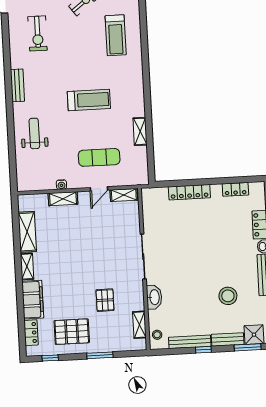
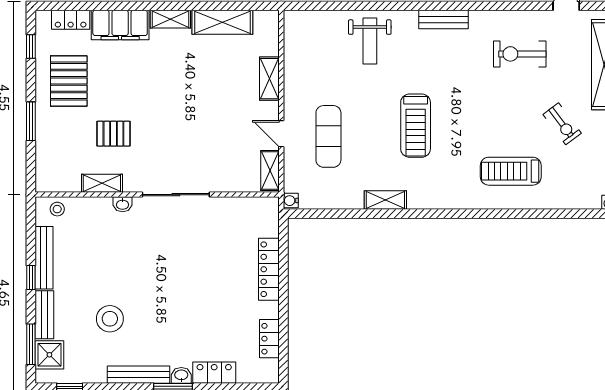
shelving: (140, 131) -> (385, 200), moved
weight bench: (34, 133) -> (370, 41), turned 90
water cooler: (61, 185) -> (291, 201), moved
washbasin: (154, 297) -> (123, 204), width x0.52, depth x0.69
shelving: (139, 325) -> (102, 183), moved

